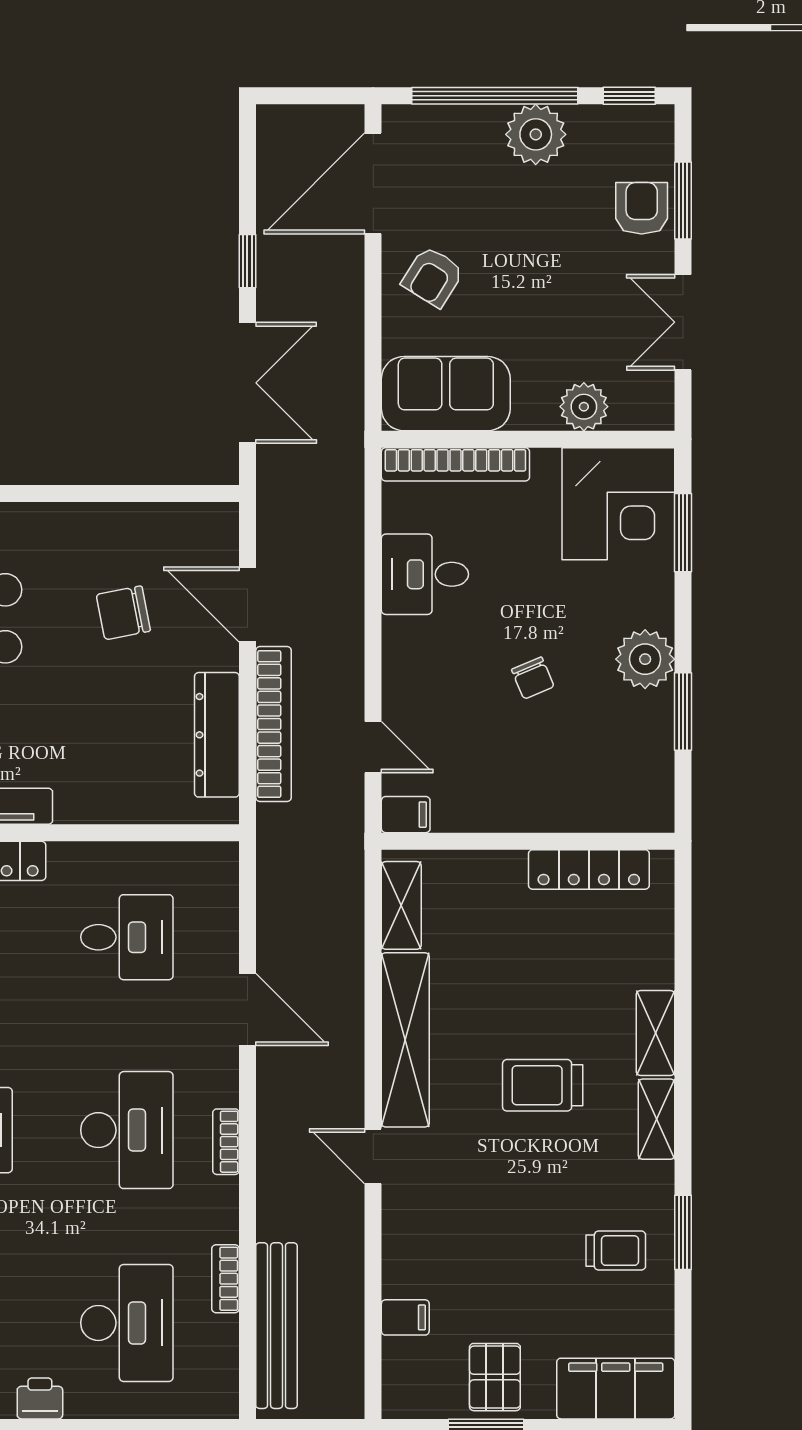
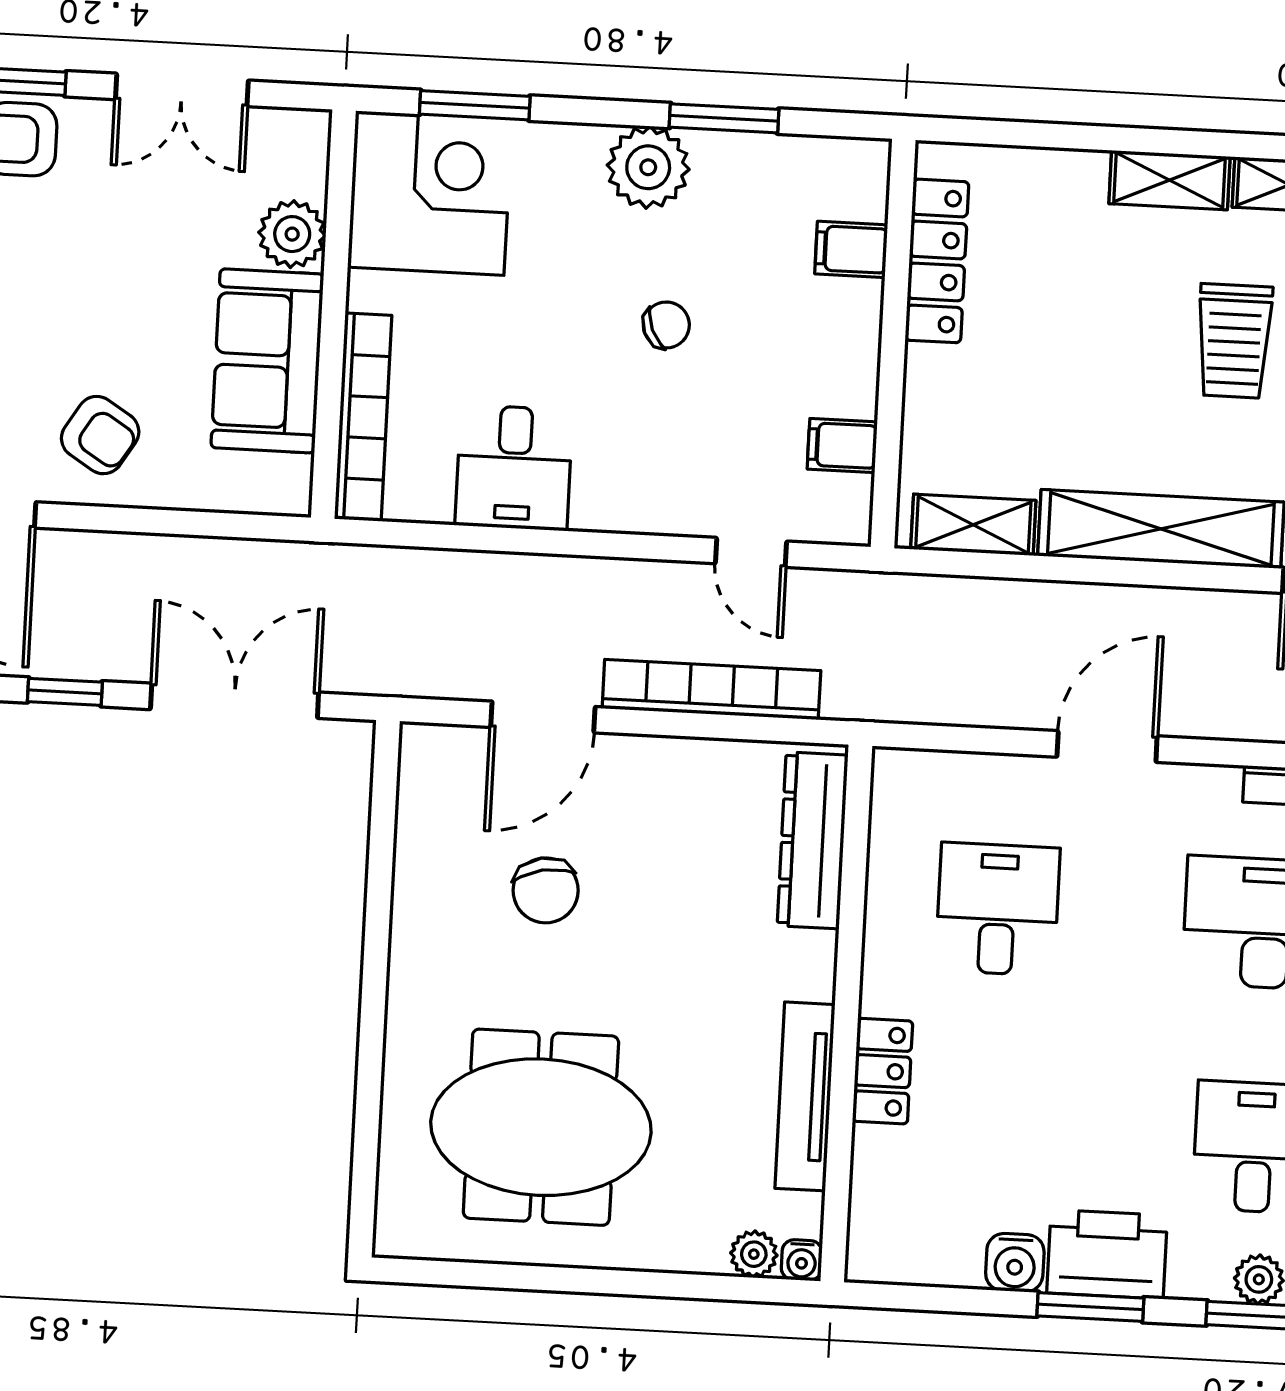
sofa: (446, 394) -> (267, 361), moved
dresser: (217, 735) -> (813, 840), moved, turned 90
door: (373, 747) -> (751, 552), swing flipped
filing cabinet: (594, 808) -> (851, 249), added
filing cabinet: (406, 815) -> (842, 446), moved, turned -90

